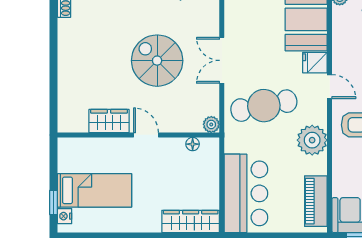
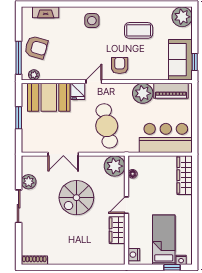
double door: (222, 60) -> (63, 154), moved
plant: (211, 124) -> (115, 166), width x1.87, depth x1.87
plant: (312, 140) -> (143, 93), moved
nightstand: (72, 146) -> (134, 255), added

